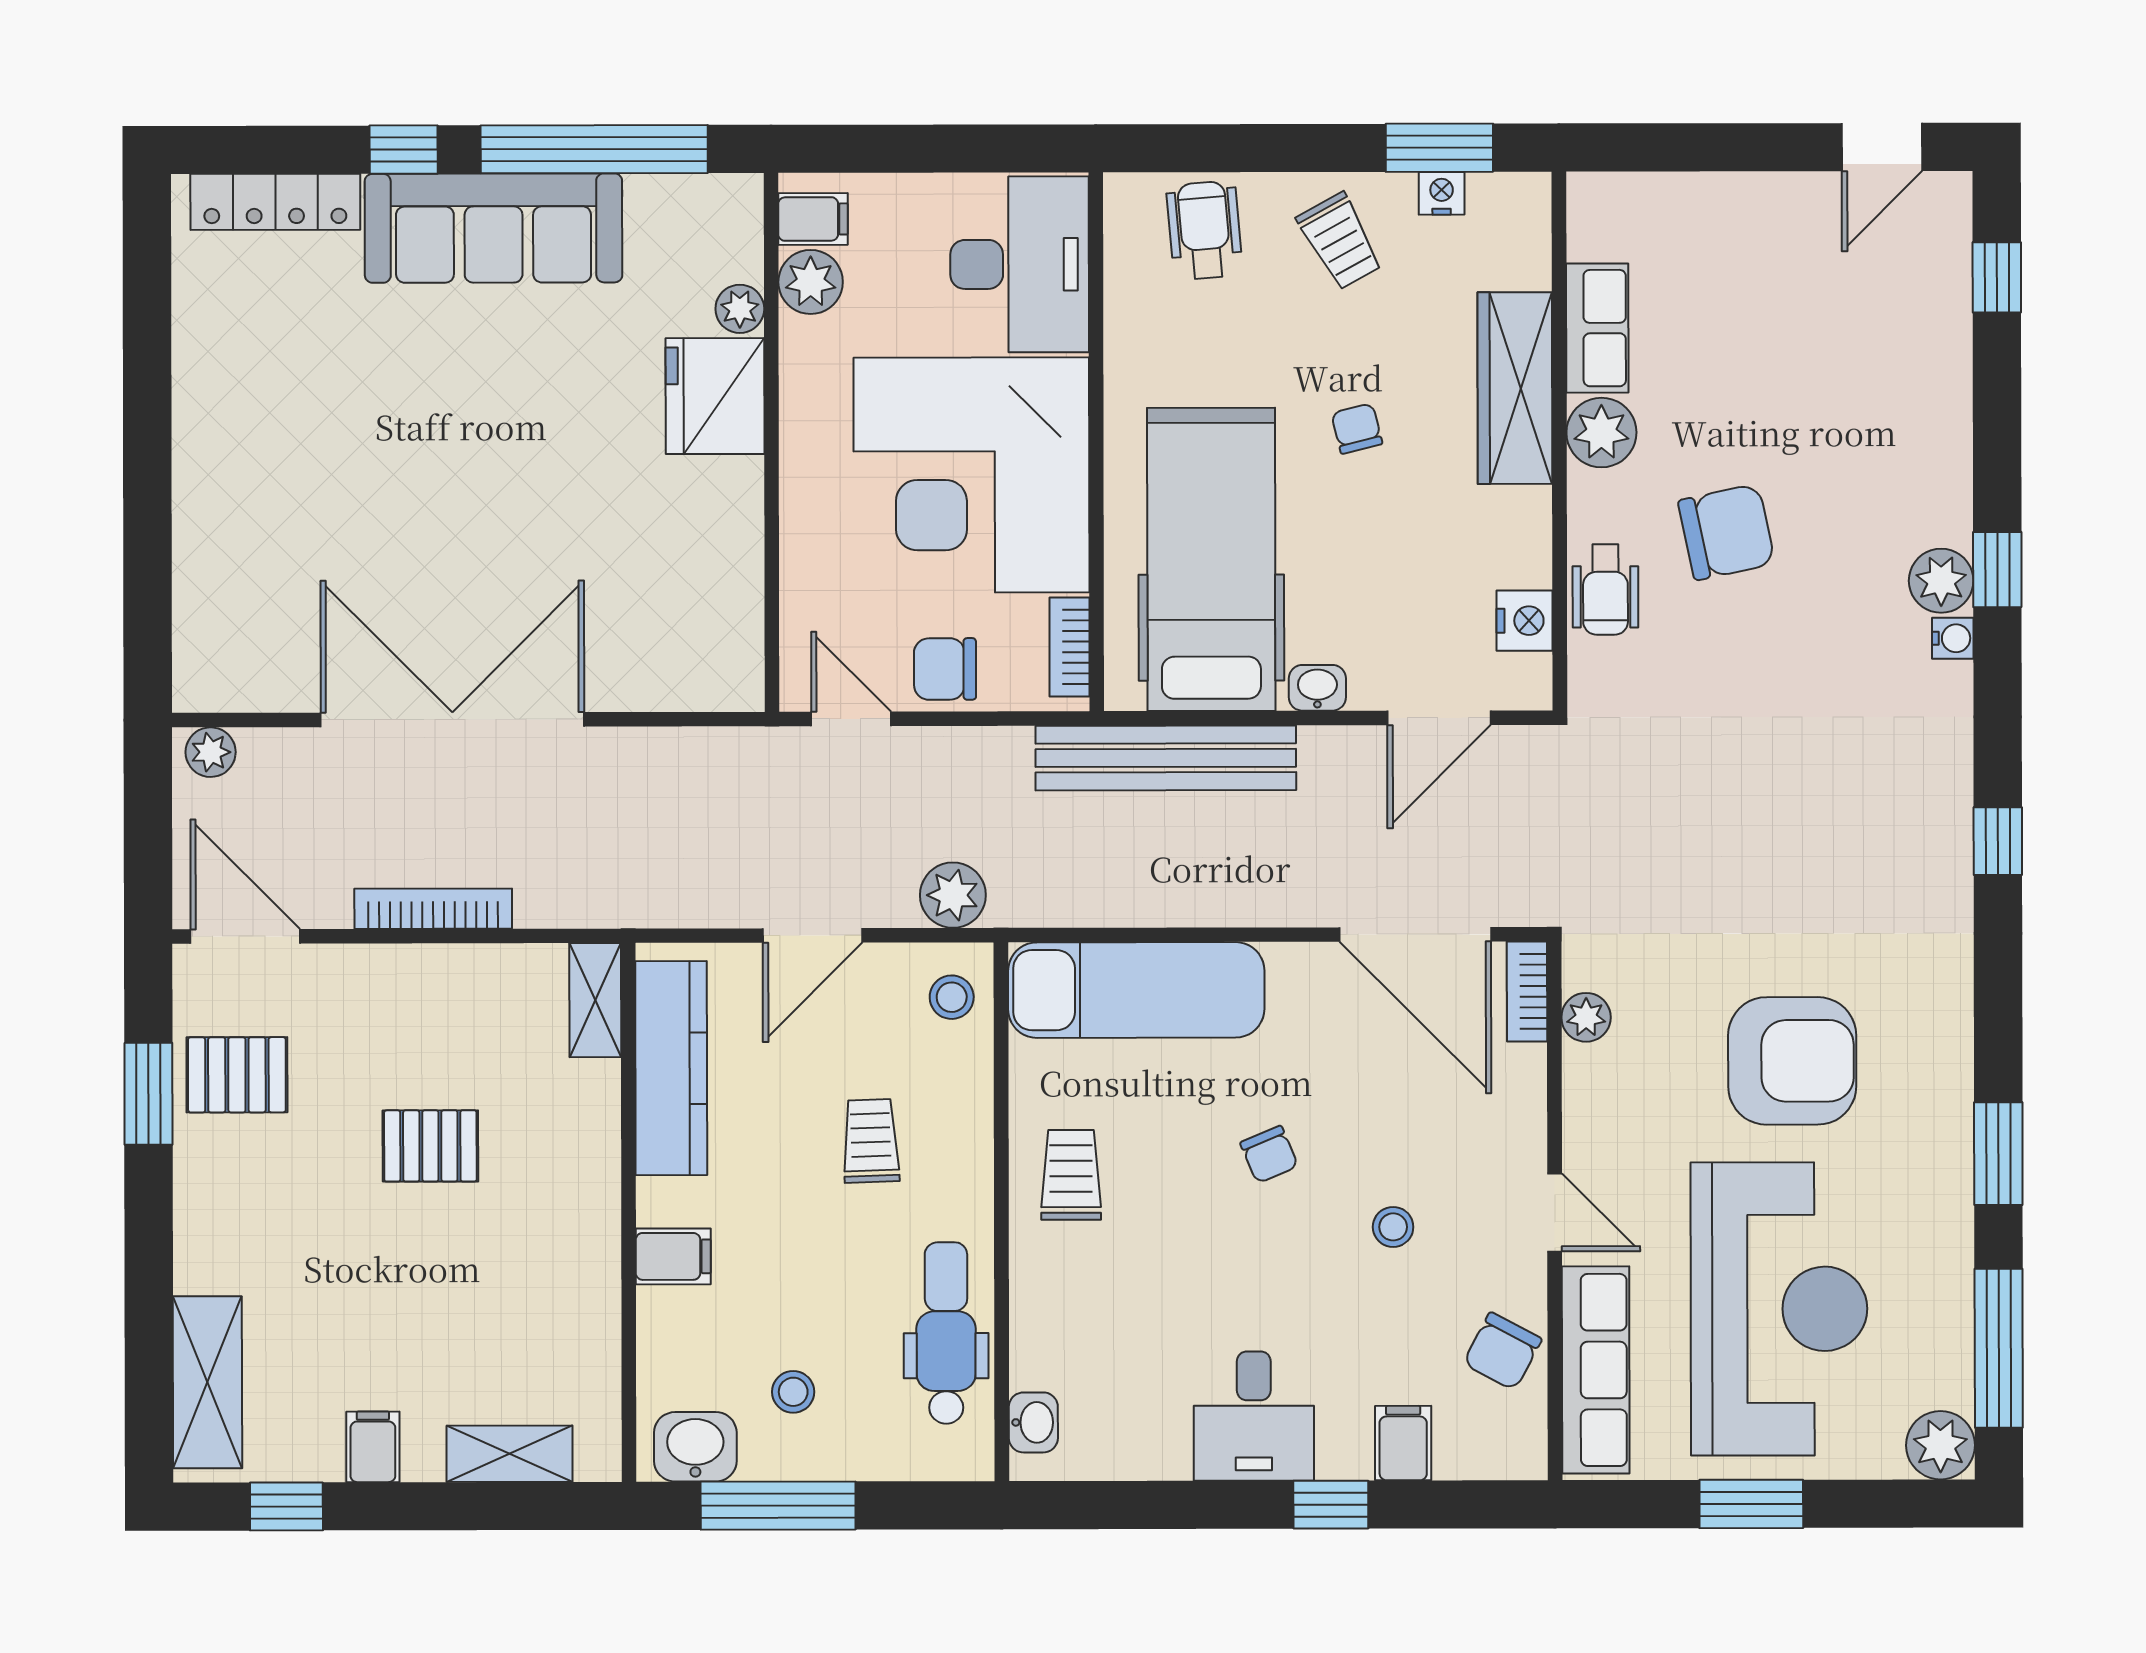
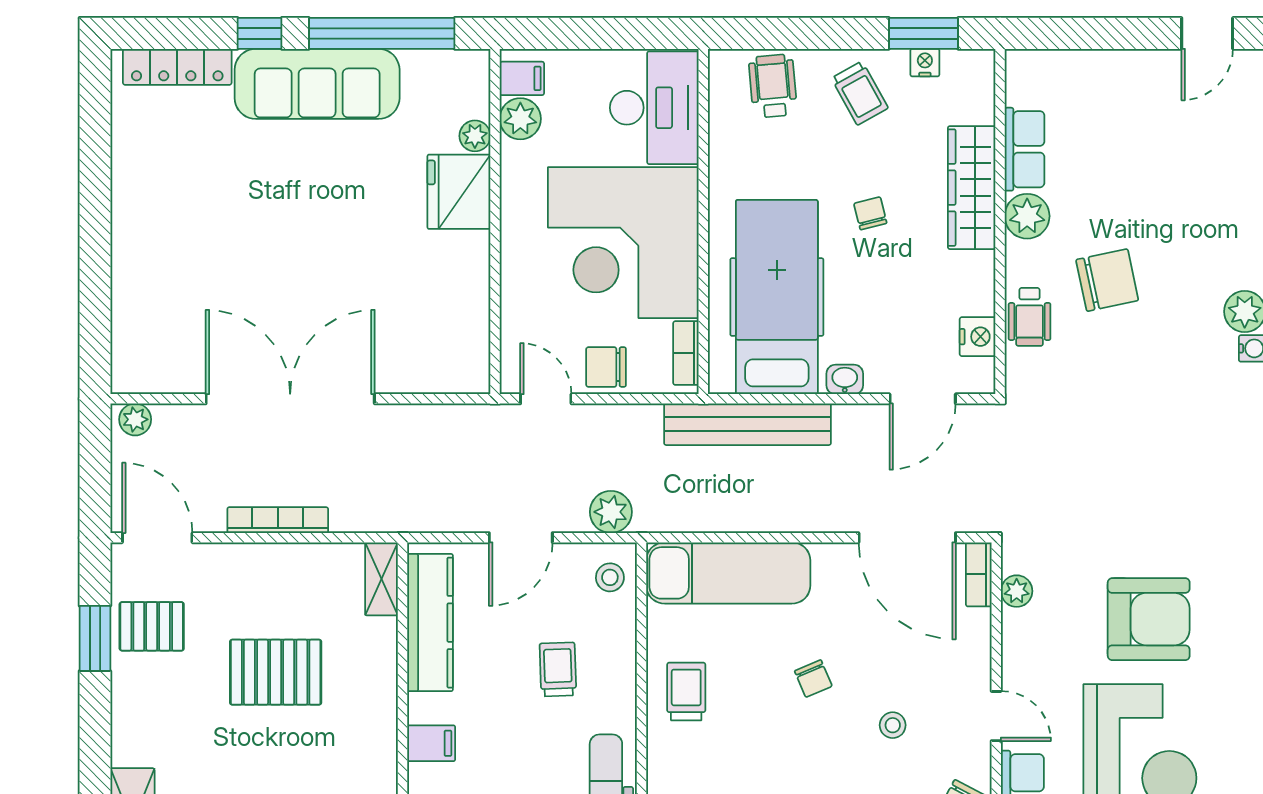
pallet: (430, 1146) -> (276, 672), width x1.50, depth x1.42

